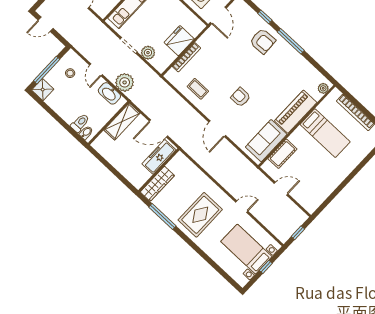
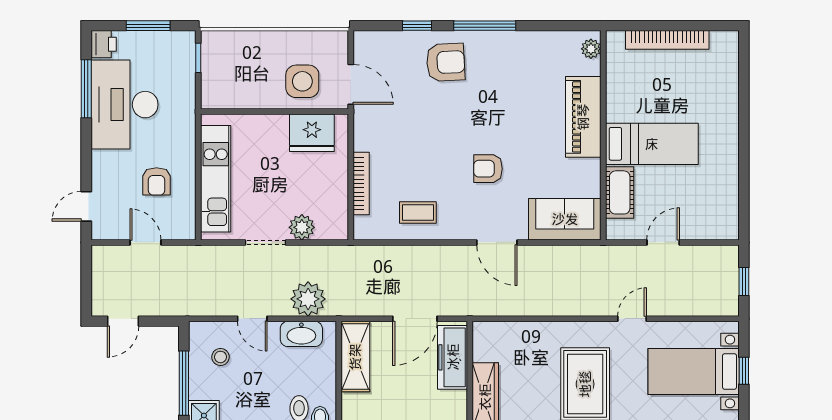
fridge: (179, 41) -> (312, 133), moved, turned -90
bed: (325, 133) -> (652, 144), moved
sofa: (266, 141) -> (565, 219), moved, turned 90

